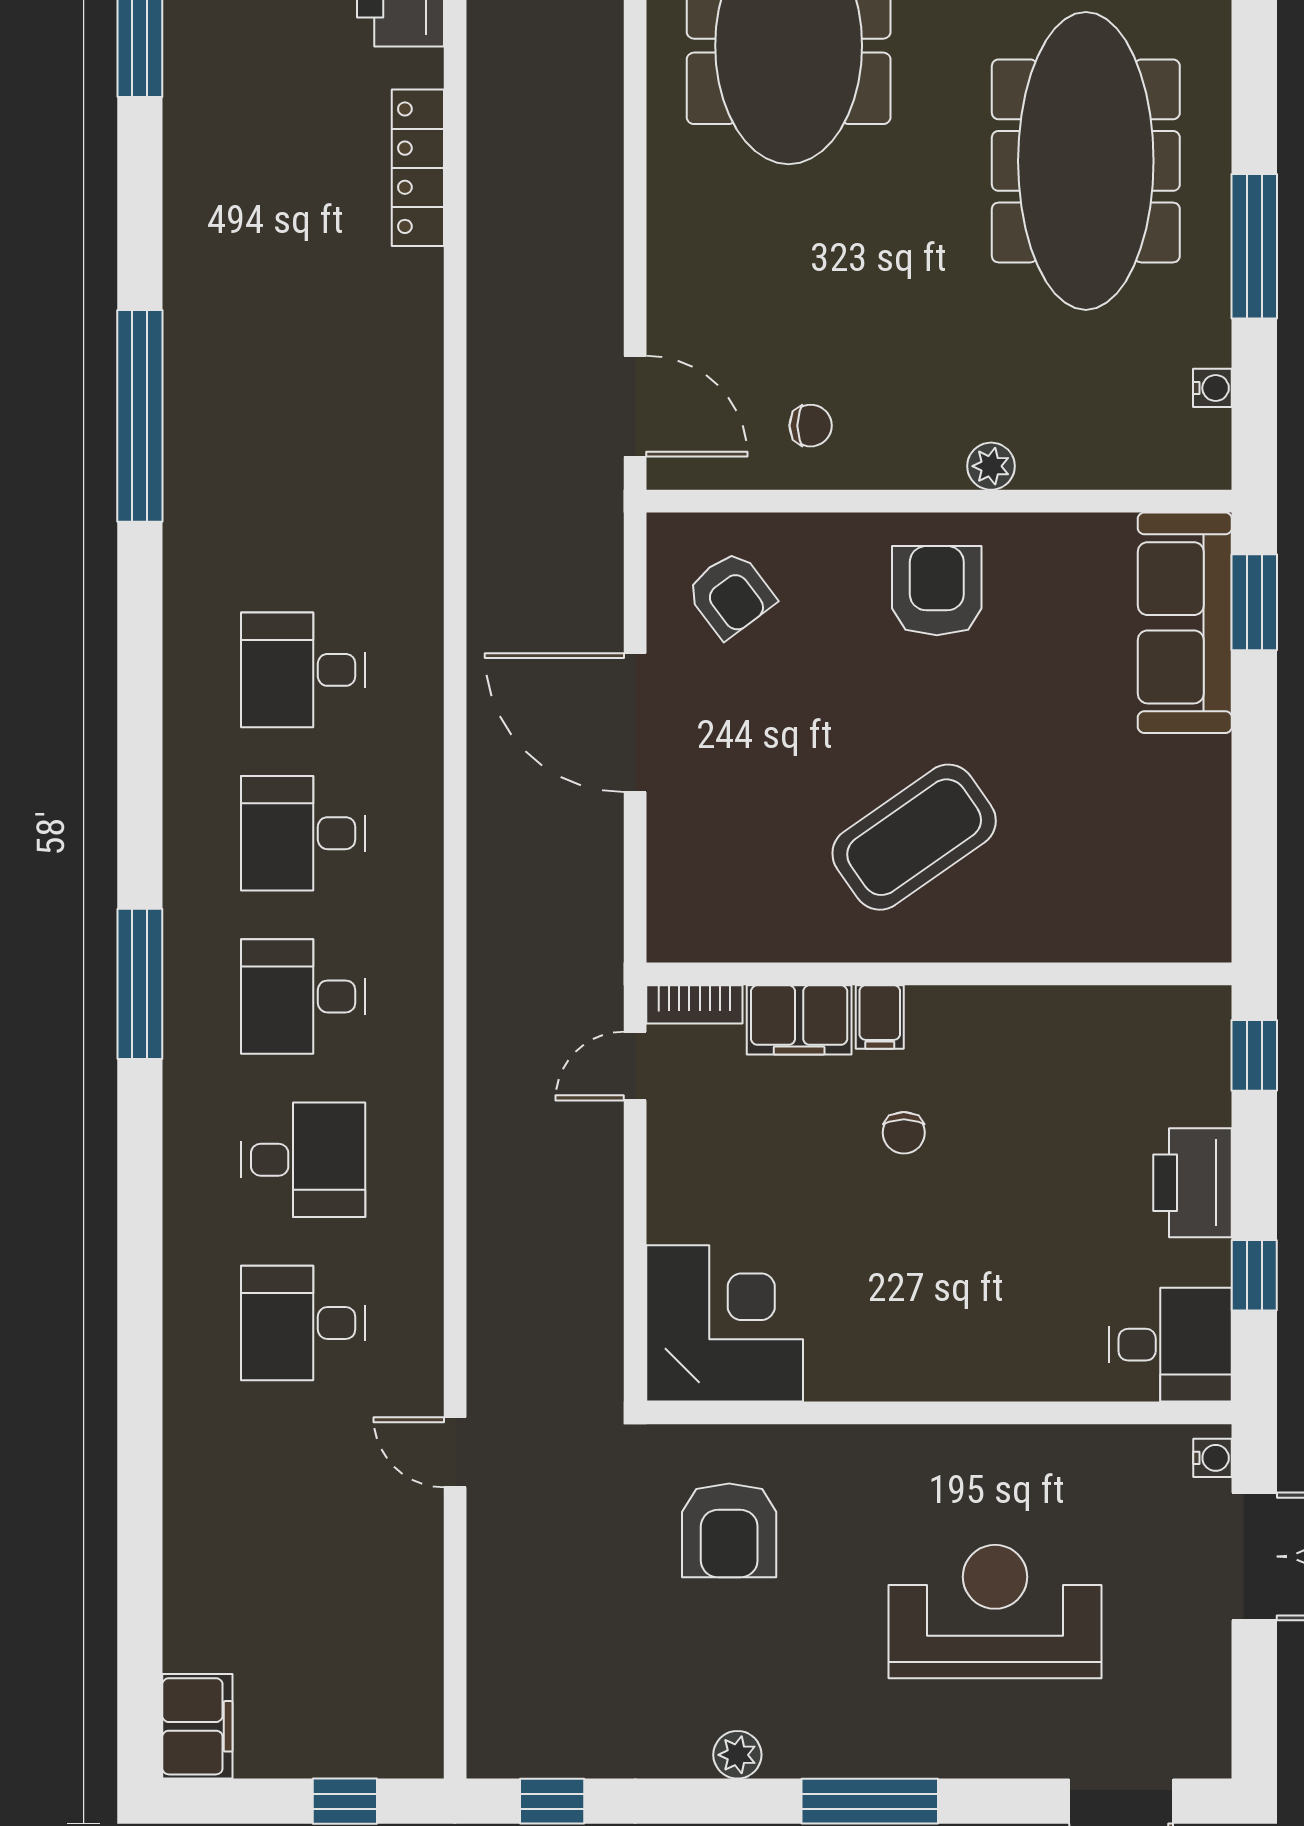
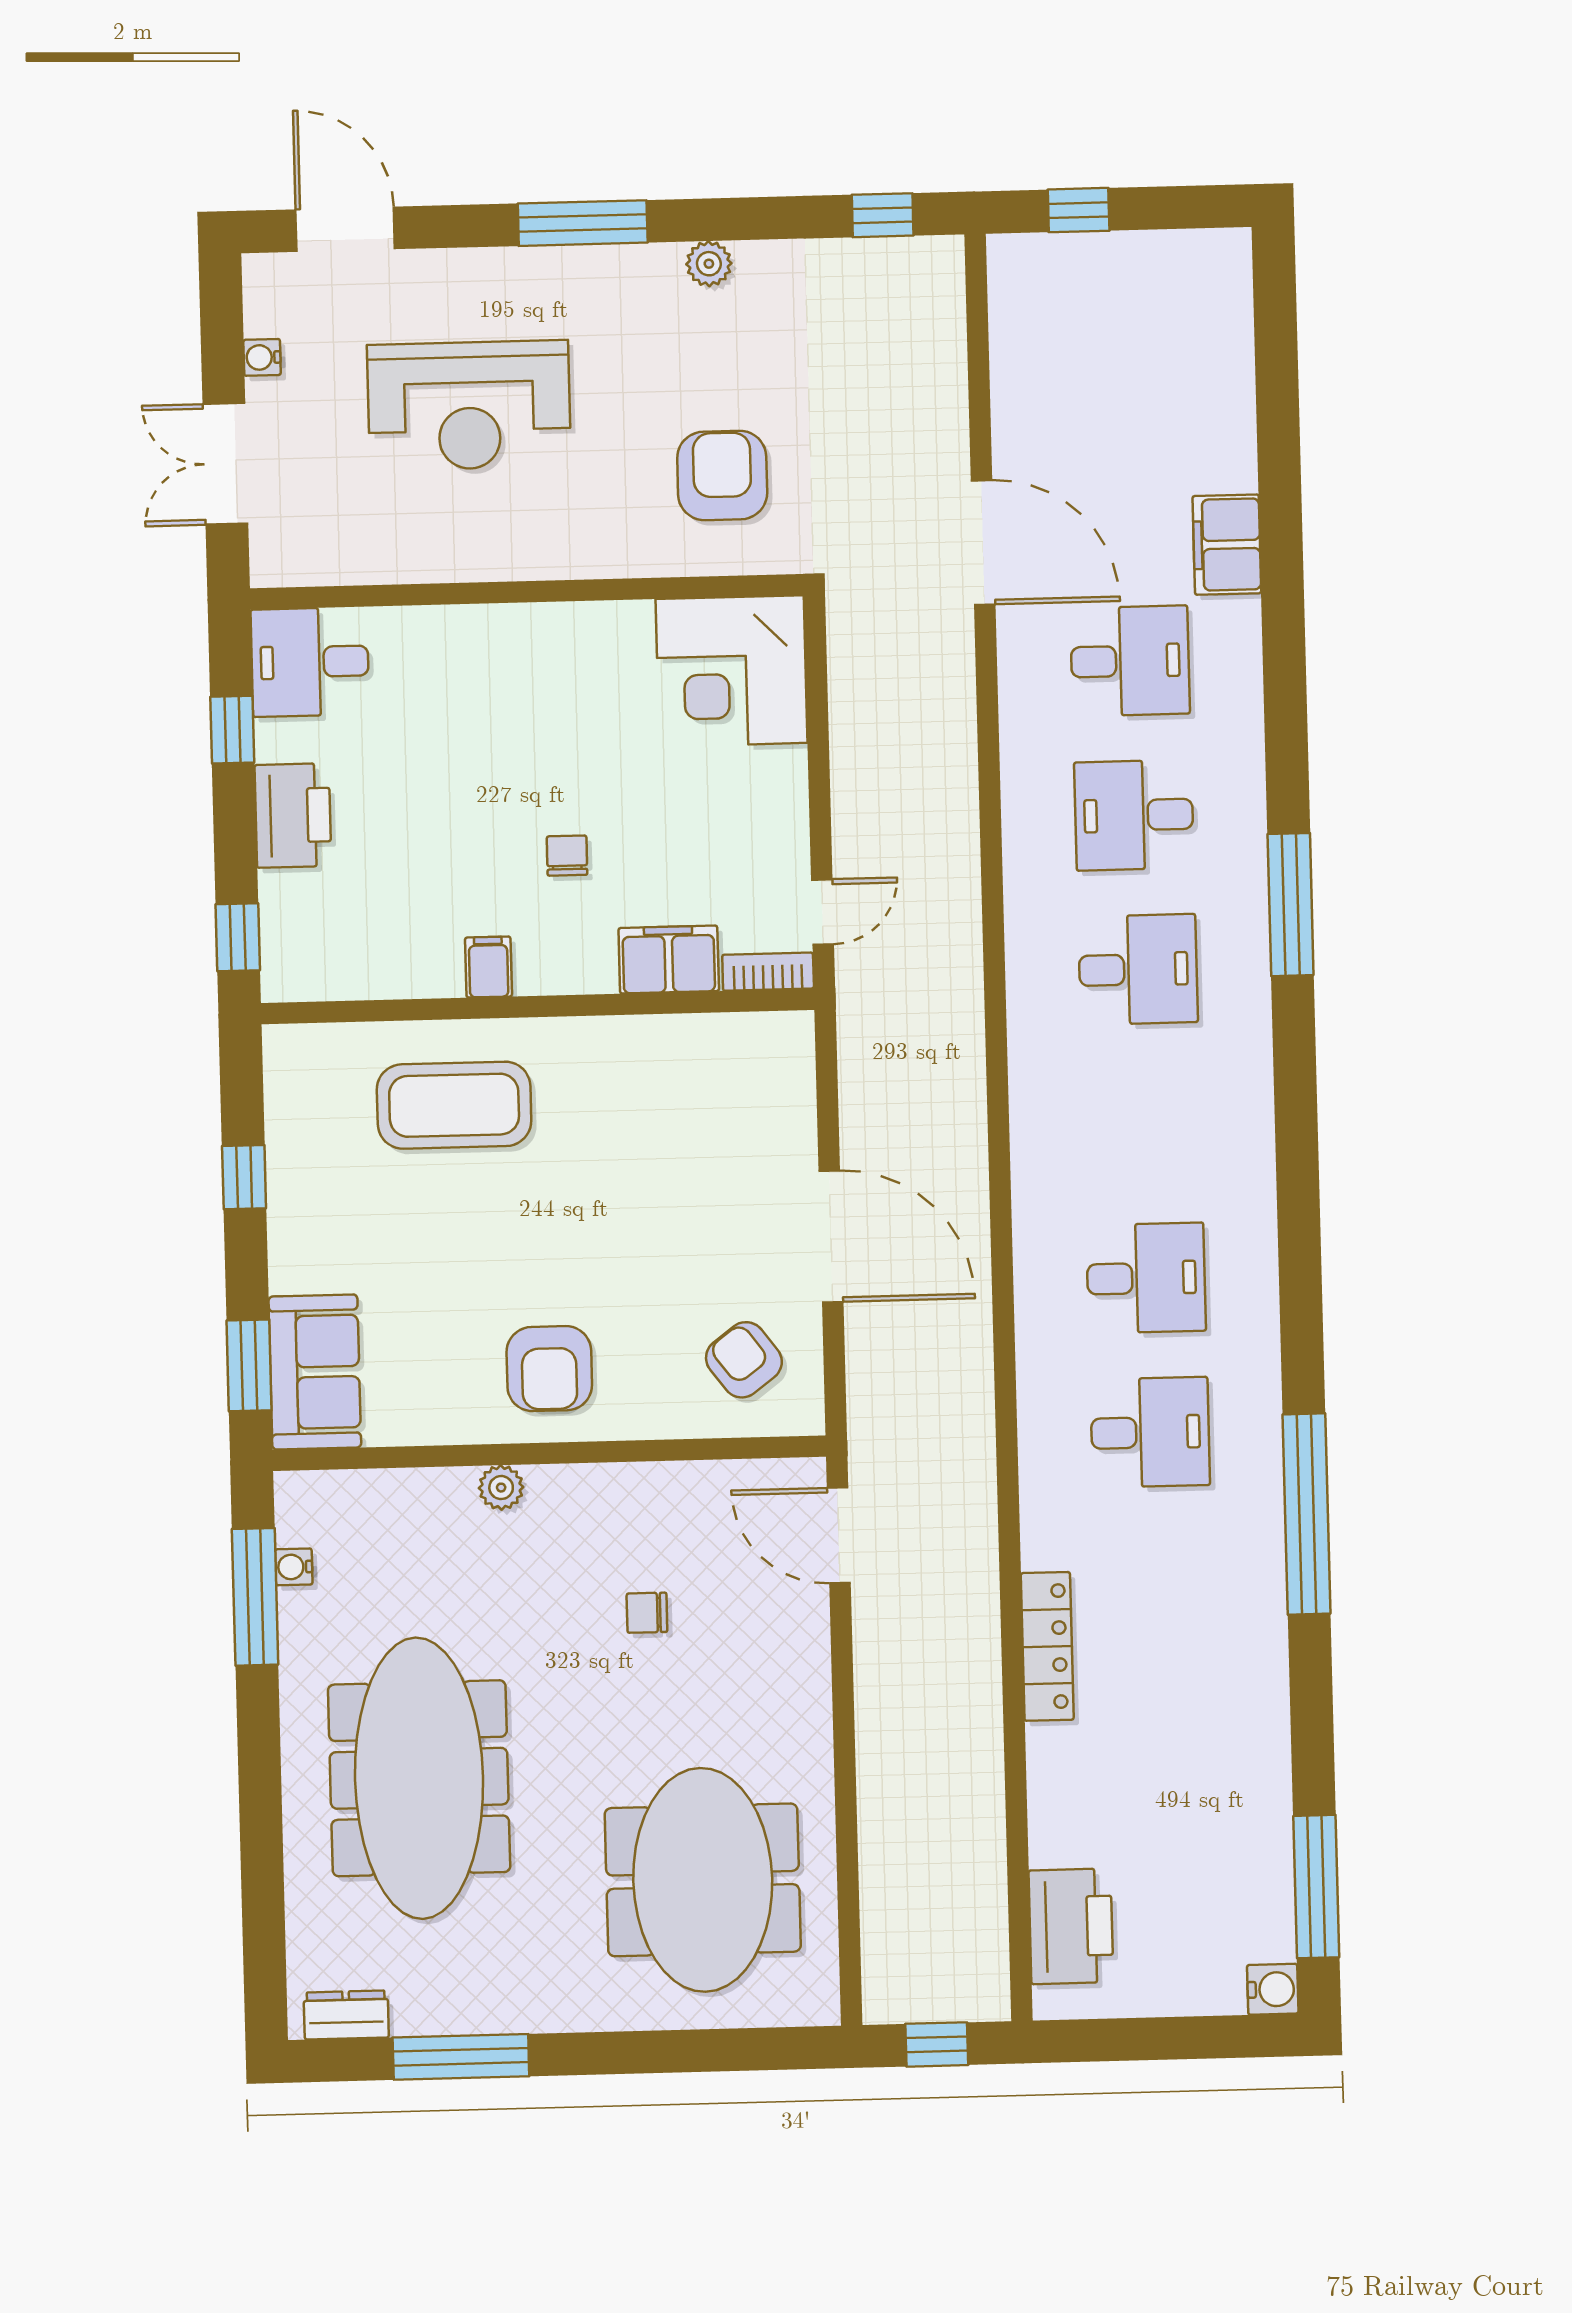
locker: (418, 168) -> (1047, 1646), moved
window: (1254, 246) -> (255, 1597), moved
chair: (811, 426) -> (647, 1613), moved
sofa: (1185, 623) -> (315, 1372), width x0.73
window: (1254, 802) -> (244, 1177), added
desk: (303, 833) -> (1150, 1432), moved
coffee table: (914, 837) -> (454, 1105), moved, turned 35
window: (140, 984) -> (1291, 905), moved
filing cabinet: (880, 1017) -> (488, 967), moved
door: (455, 1452) -> (983, 542), width x1.88
water cooler: (1213, 1458) -> (262, 357), moved
filing cabinet: (197, 1726) -> (1227, 545), moved

